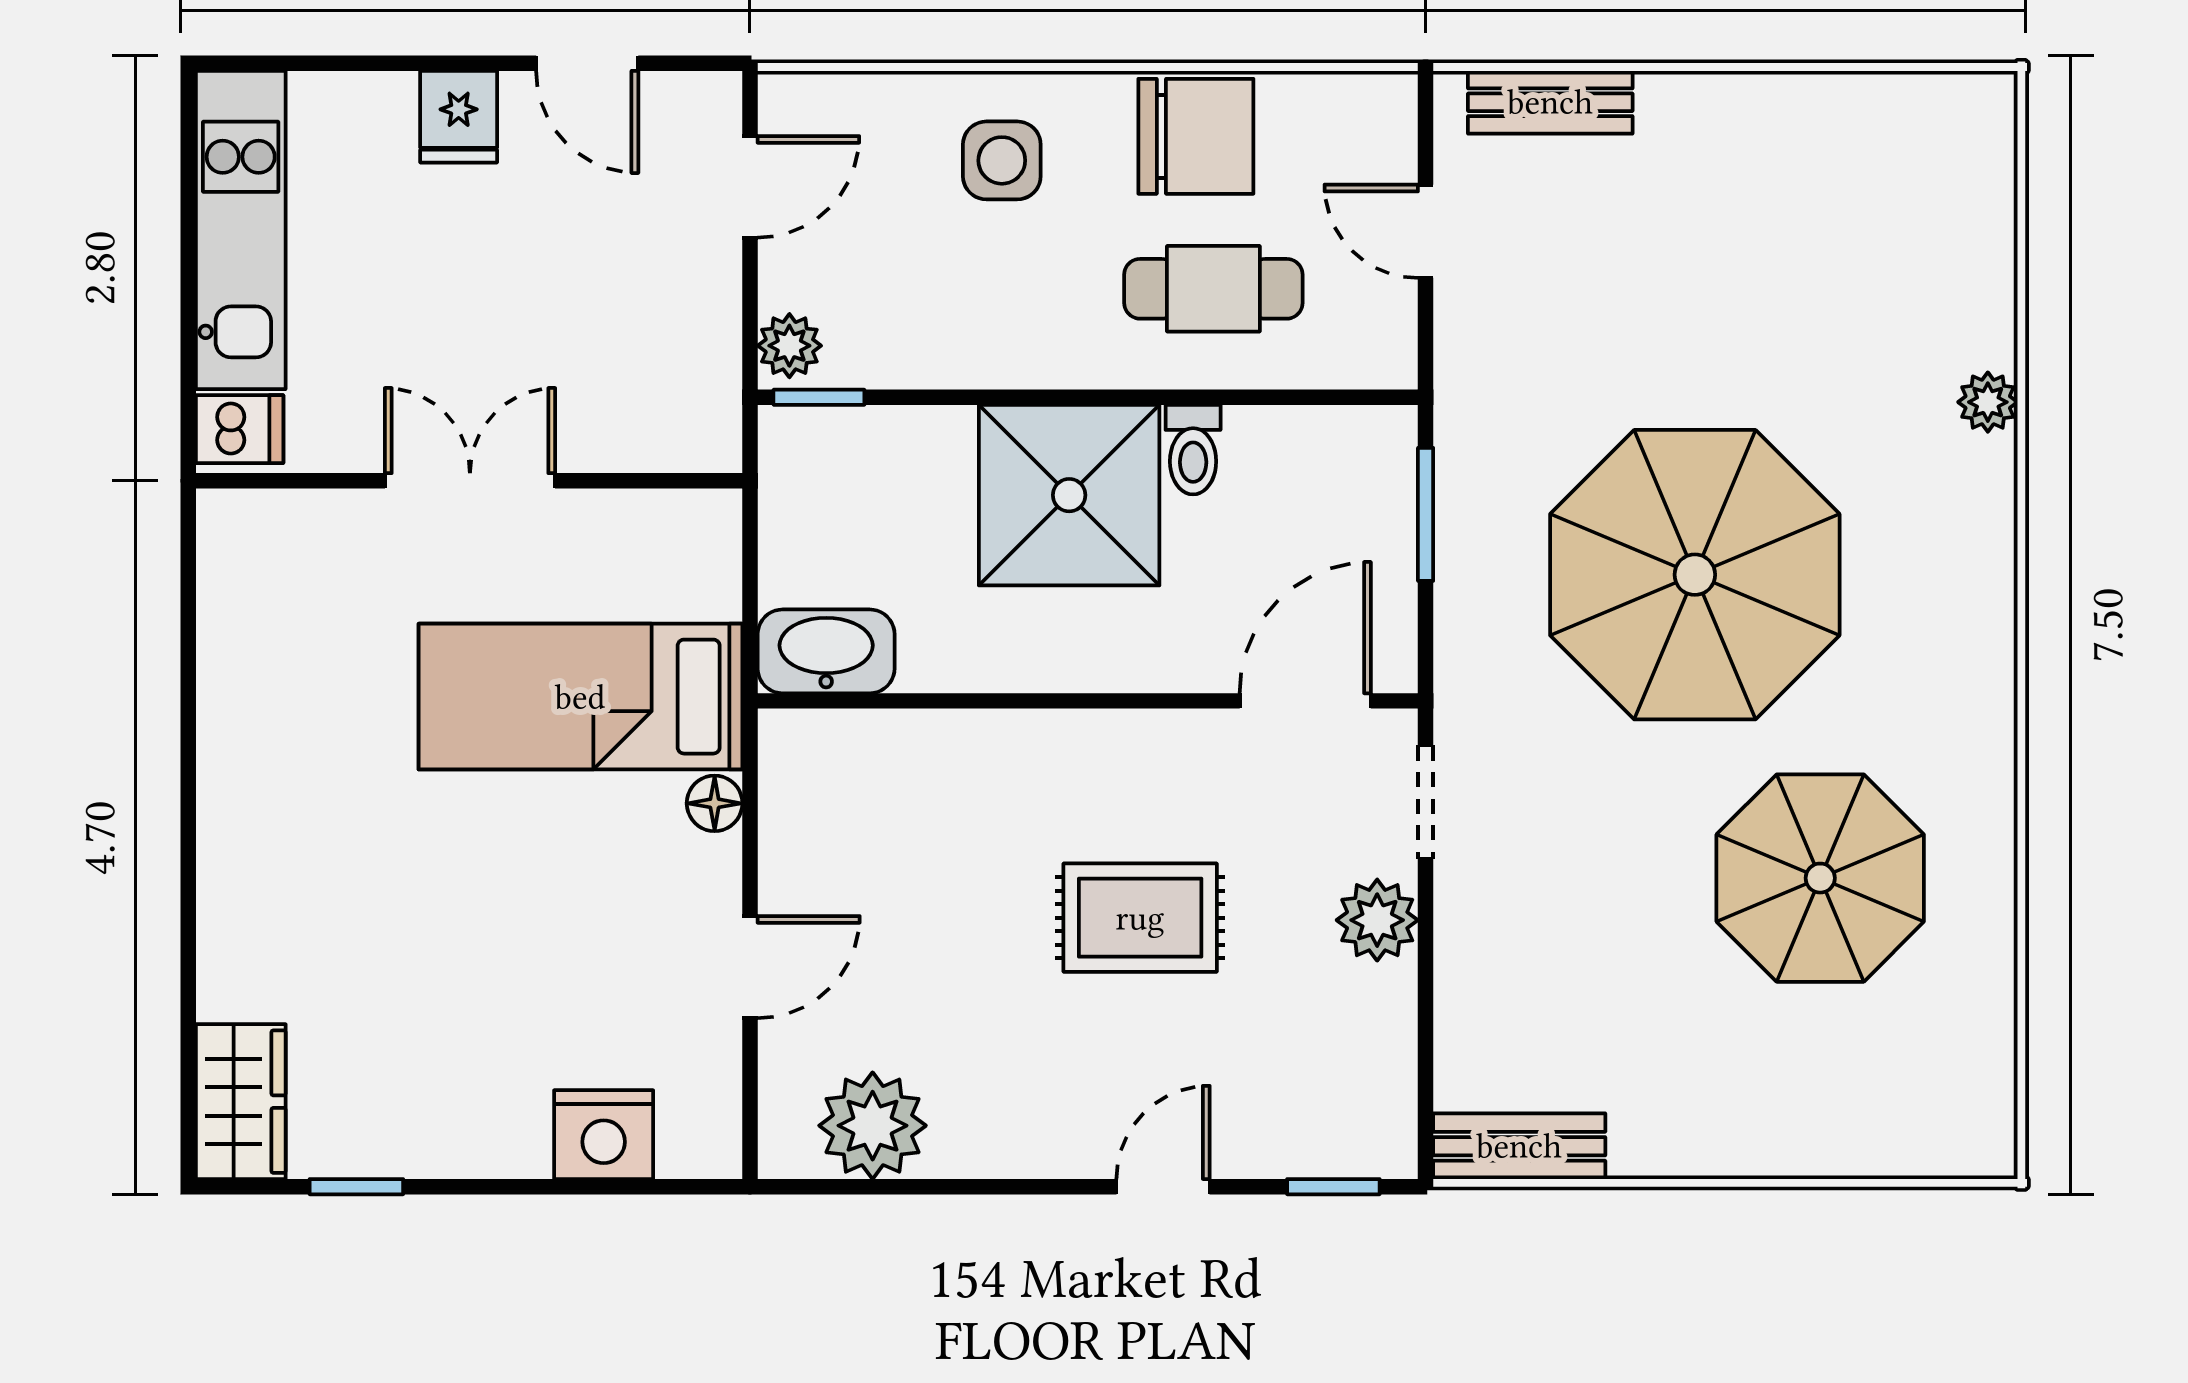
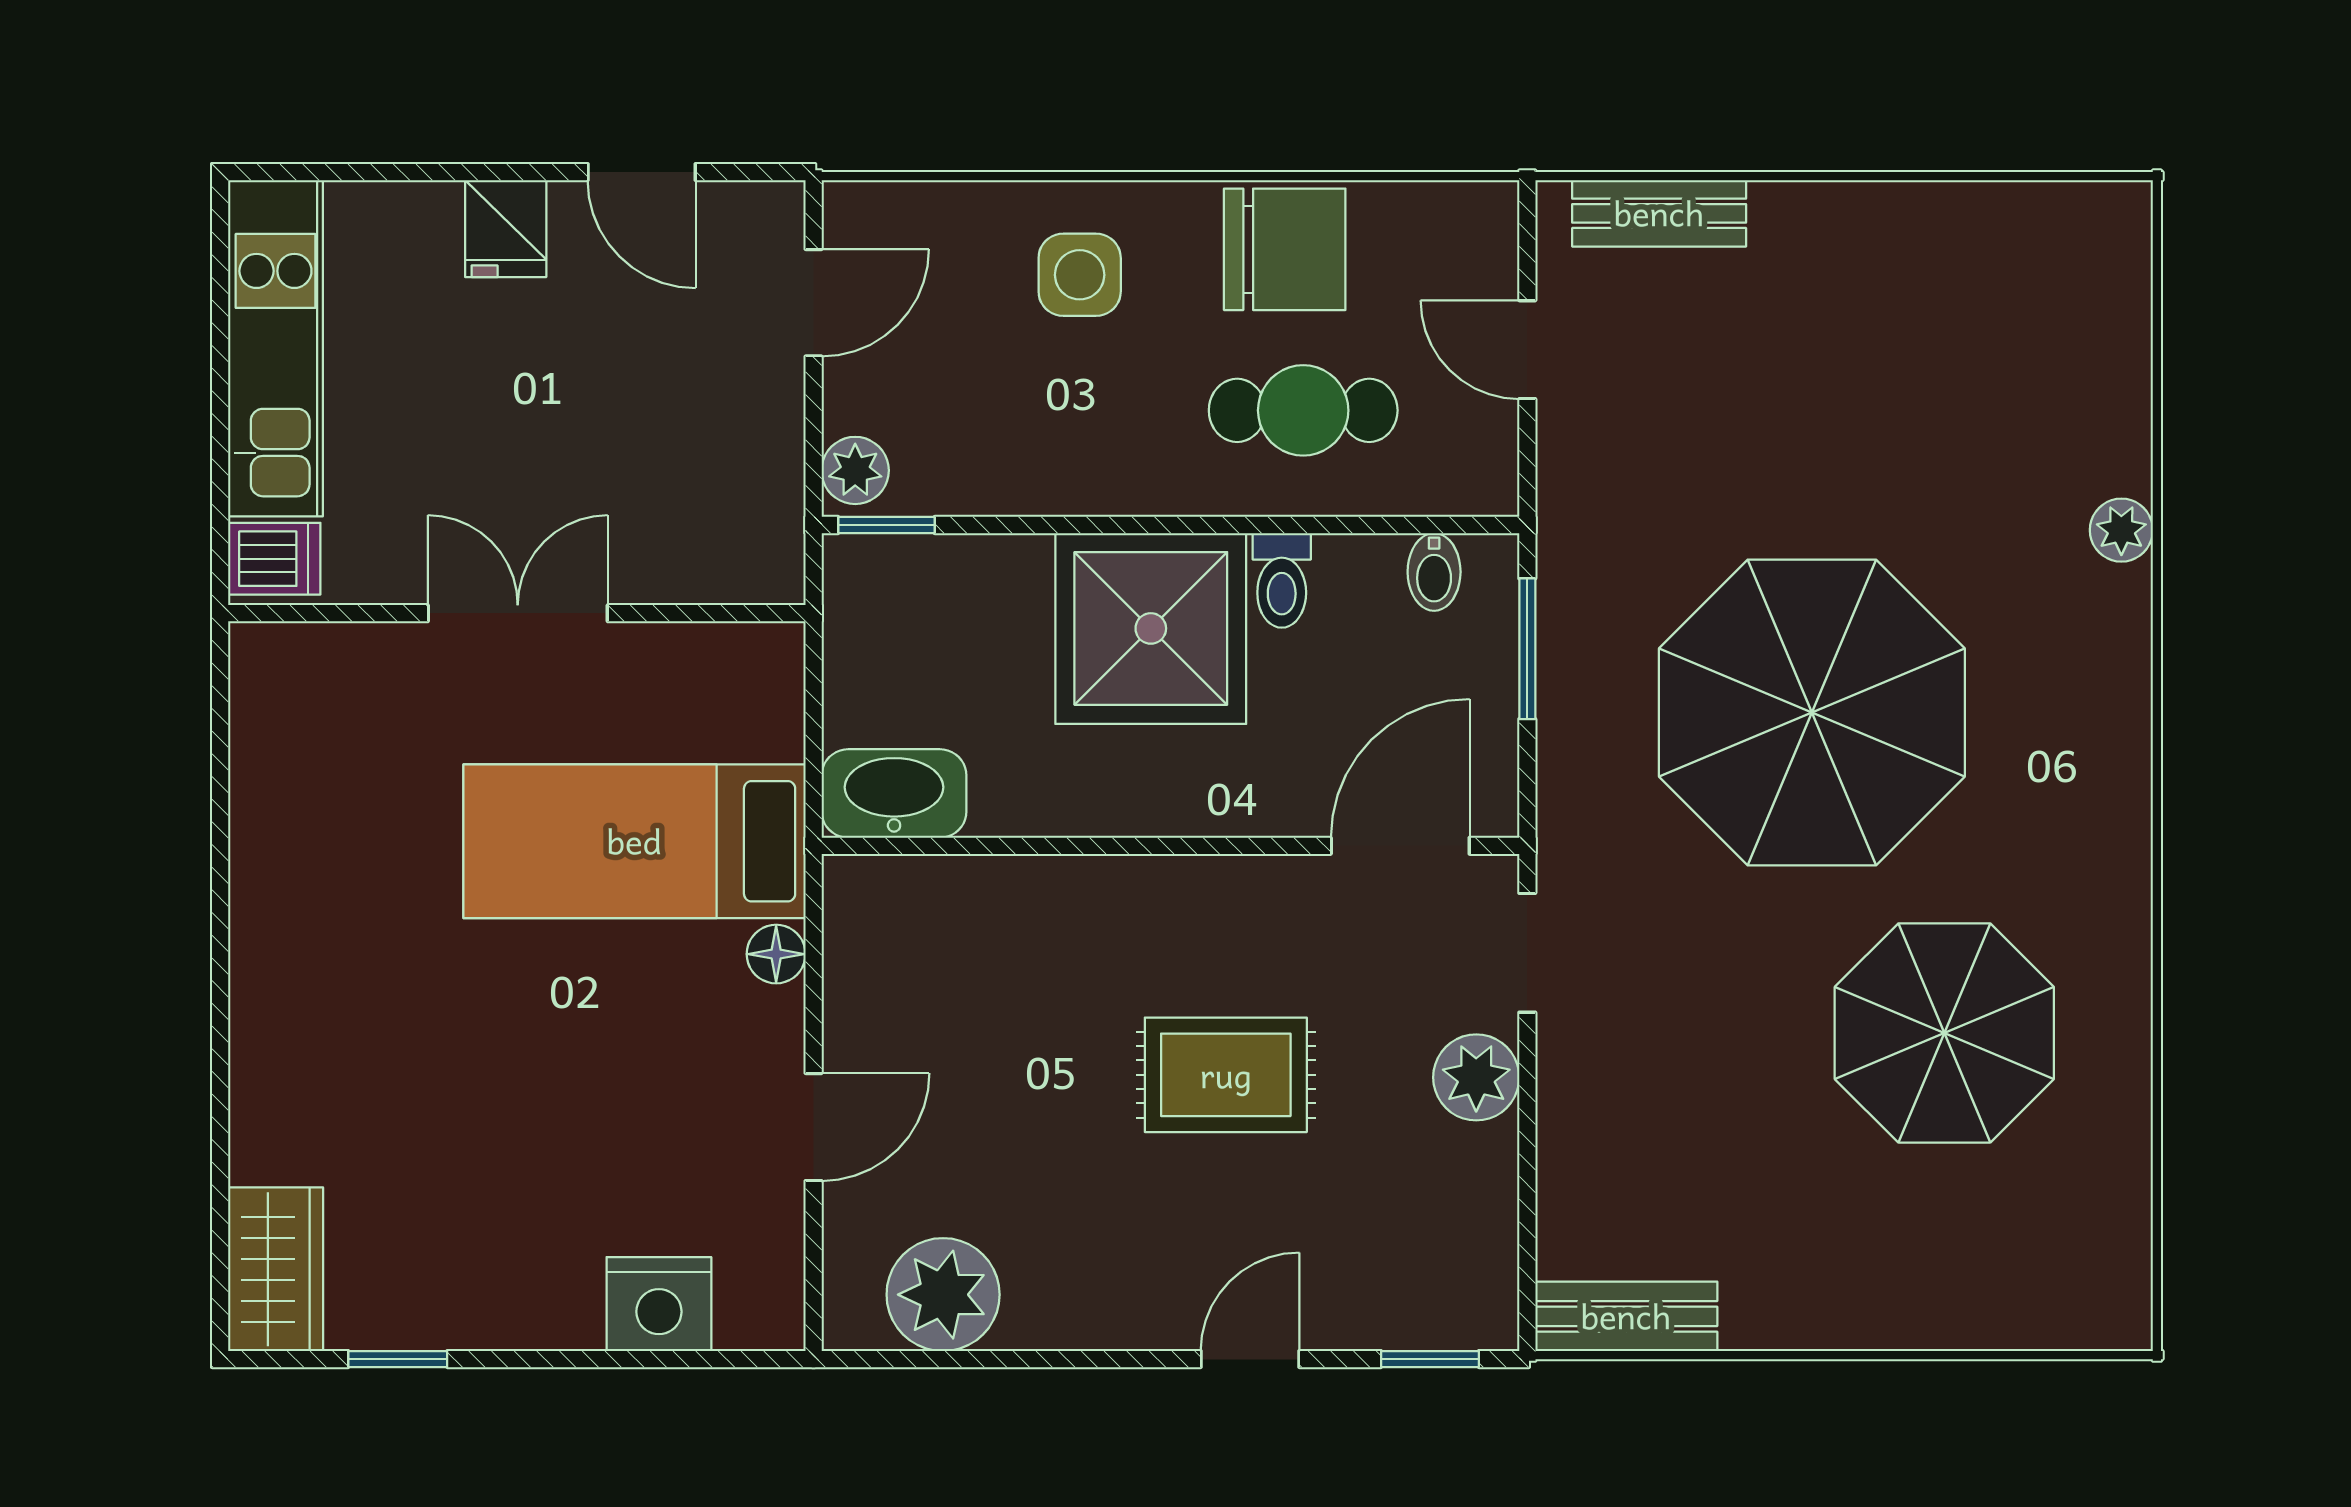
bidet: (1337, 442) -> (1434, 572), added

